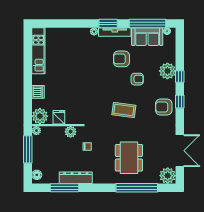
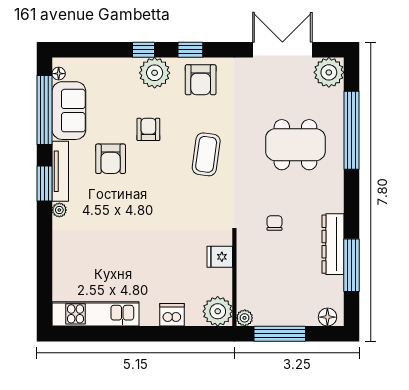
plant: (167, 71) -> (155, 73), moved
fridge: (59, 117) -> (220, 257), moved
plant: (71, 132) -> (247, 254), removed

